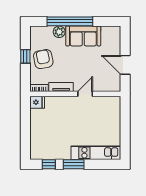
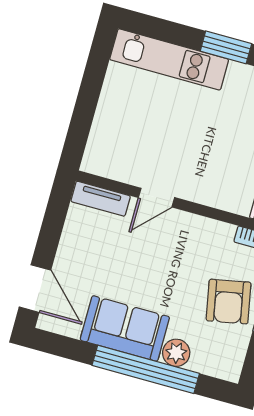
door: (125, 65) -> (35, 289), moved
tv unit: (61, 87) -> (101, 199), moved

